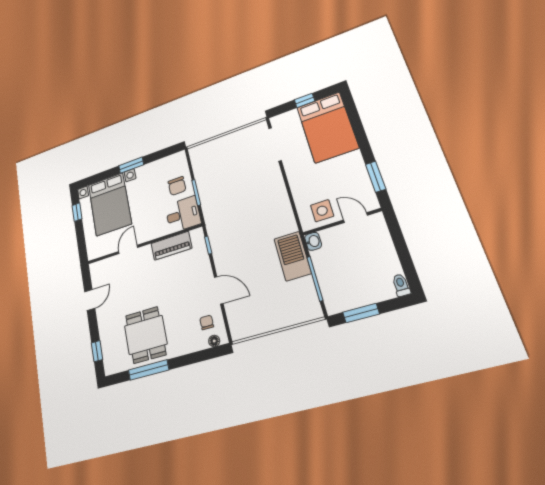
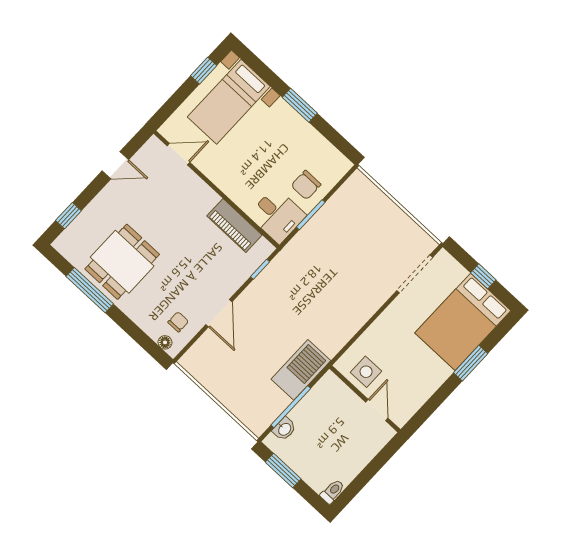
window: (376, 177) -> (471, 363), moved
bed with nightstands: (110, 204) -> (229, 102), width x0.73
washbasin: (313, 241) -> (284, 429), moved
door: (128, 249) -> (178, 154), moved

